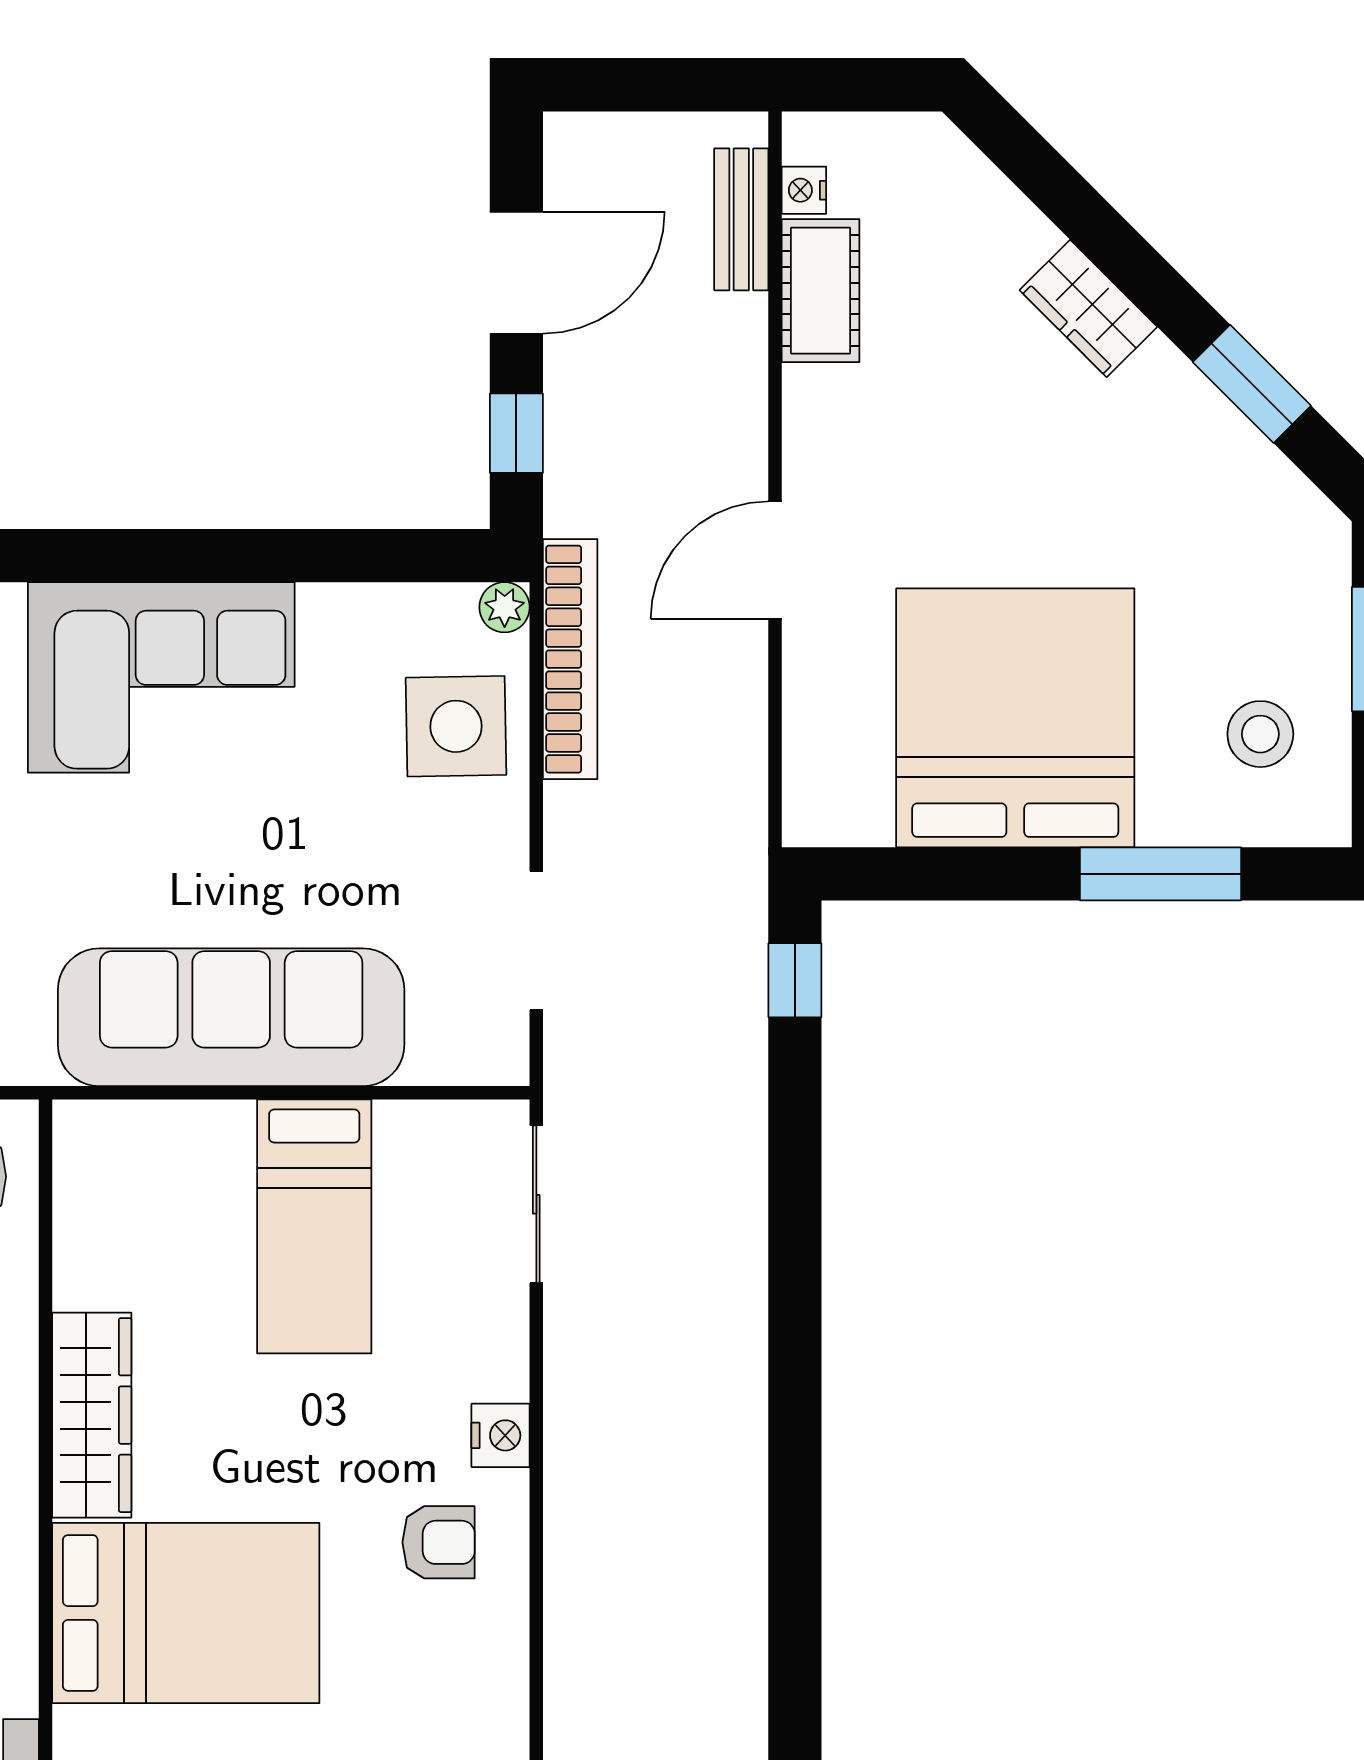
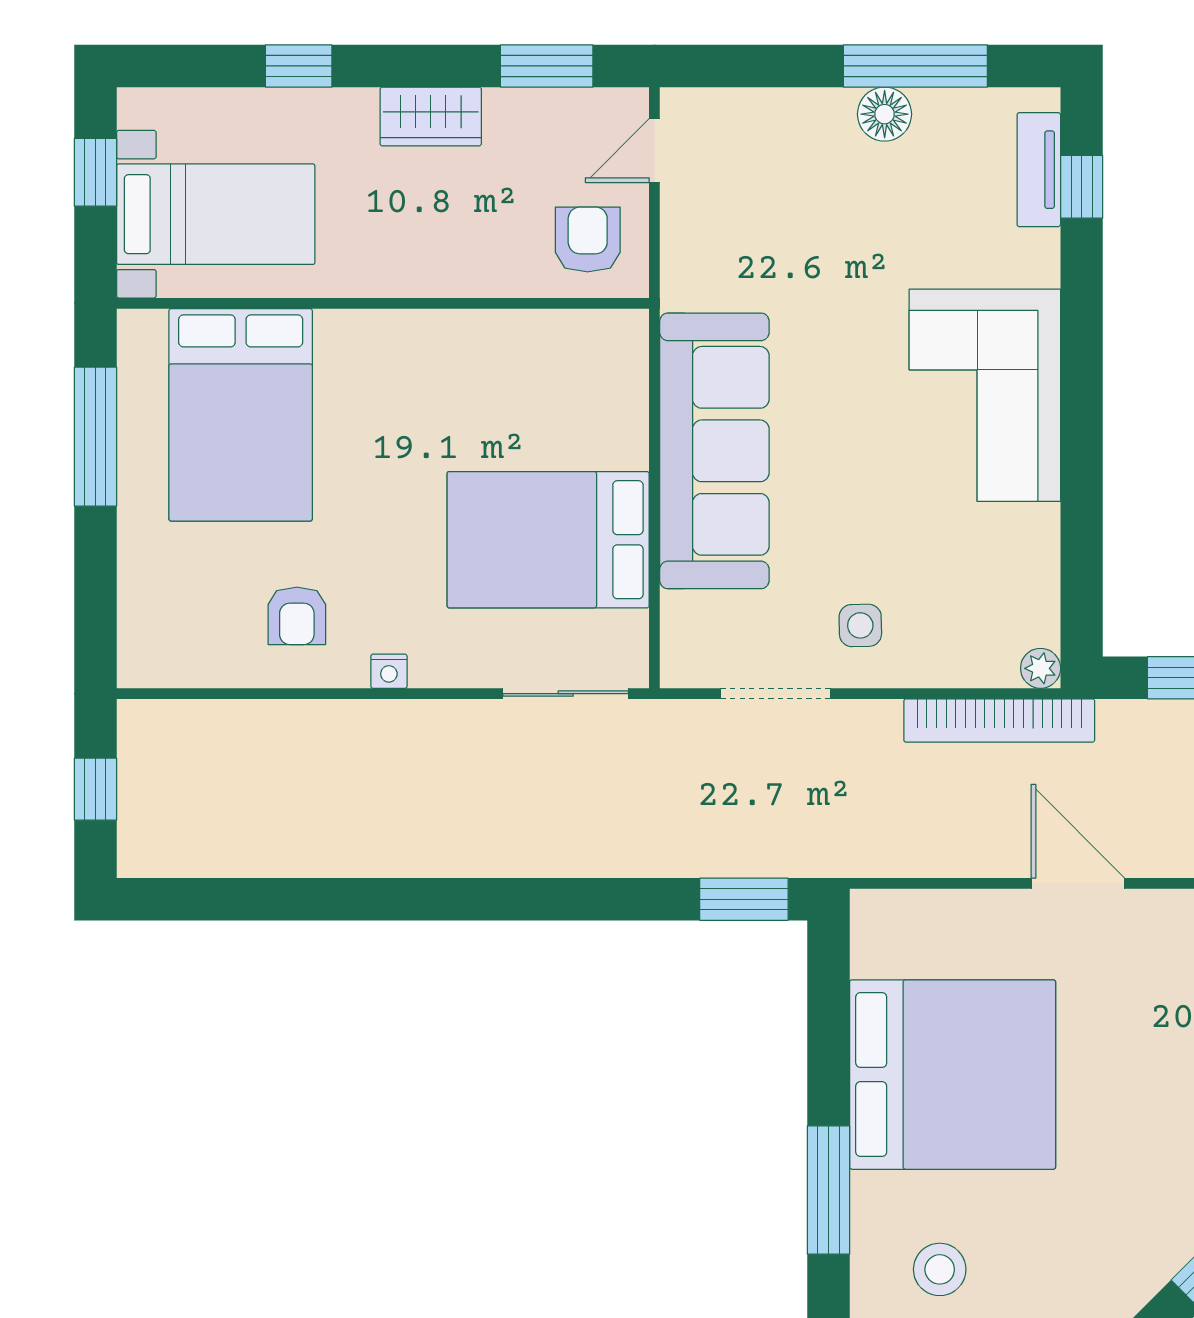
side table: (456, 726) -> (860, 625), moved, width x0.54, depth x0.54
window: (795, 980) -> (744, 899), width x1.50
bed: (314, 1226) -> (548, 540), width x1.50
wardrobe: (92, 1415) -> (398, 340), removed
nightstand: (501, 1435) -> (389, 671), width x0.72, depth x0.74

